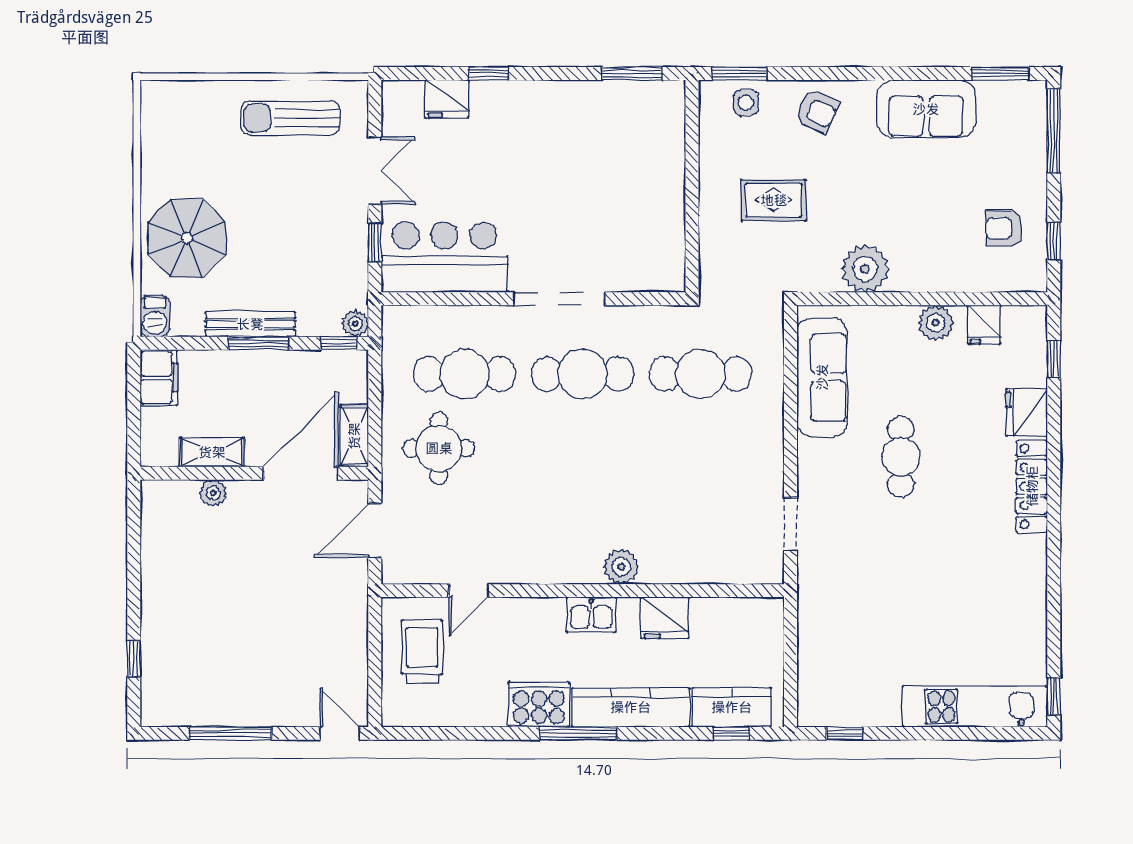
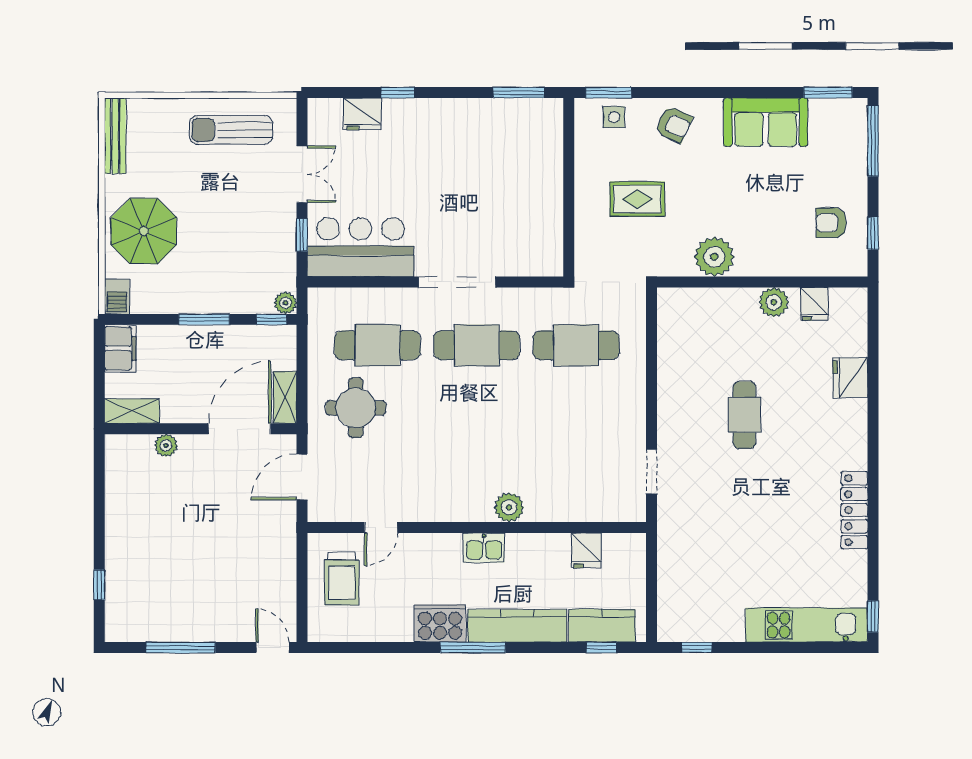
bench: (250, 324) -> (115, 136), moved, turned 90
window: (1054, 359) -> (873, 333), removed
sofa: (822, 377) -> (678, 348), removed
shelving: (212, 452) -> (132, 411), moved
locker: (1032, 486) -> (854, 510), moved
fridge: (665, 618) -> (586, 550), moved, width x0.72
trolley: (422, 652) -> (342, 579), turned 180

